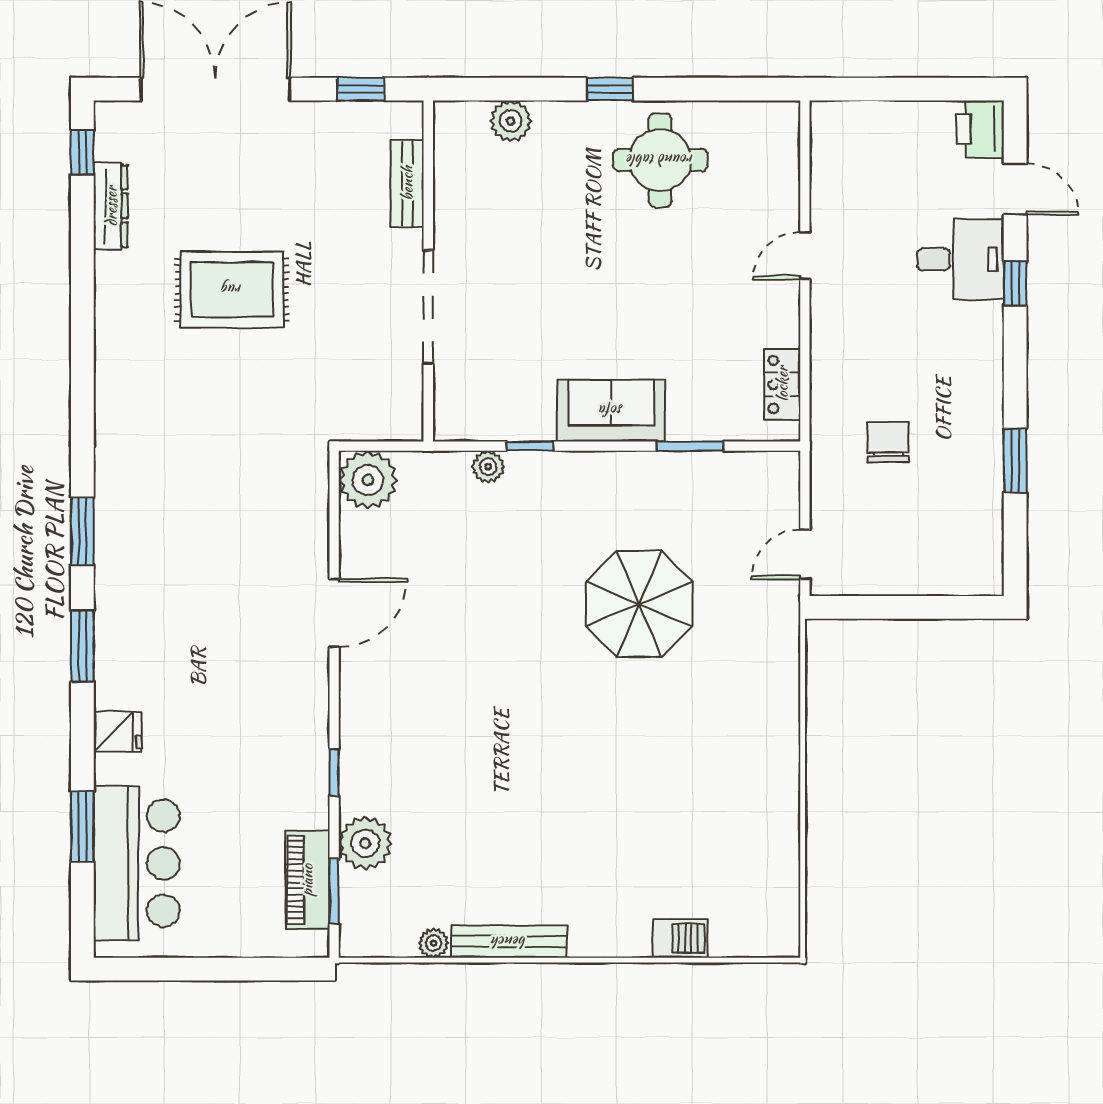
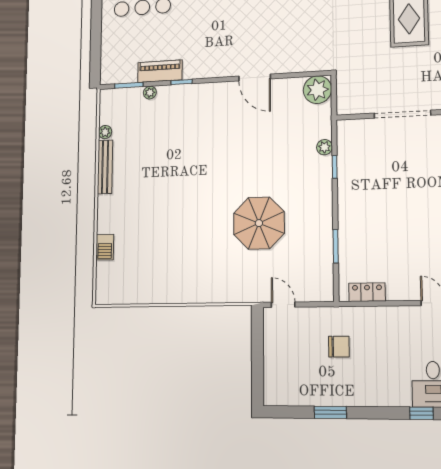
sofa: (611, 411) -> (353, 206), removed
plant: (365, 843) -> (150, 93), width x0.53, depth x0.53
piano: (307, 880) -> (160, 71), moved

